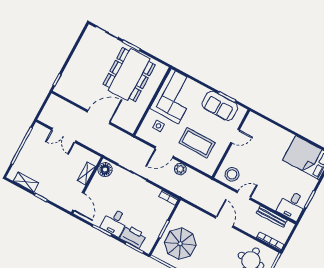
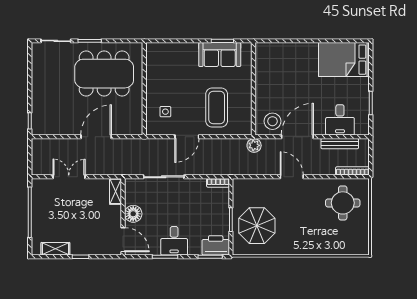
dining table: (129, 75) -> (104, 74), turned 90
corner sofa: (175, 96) -> (166, 70), removed
double door: (64, 135) -> (69, 177), swing flipped
door: (235, 136) -> (254, 78), removed
coffee table: (197, 143) -> (217, 108), turned 90
plant: (180, 169) -> (254, 145), moved
floor lamp: (105, 170) -> (133, 214), moved
shelving: (86, 173) -> (116, 191), moved
door: (244, 195) -> (297, 137), width x1.87
desk: (292, 205) -> (340, 120), moved
printer: (133, 237) -> (216, 245), moved

